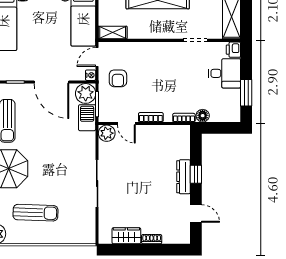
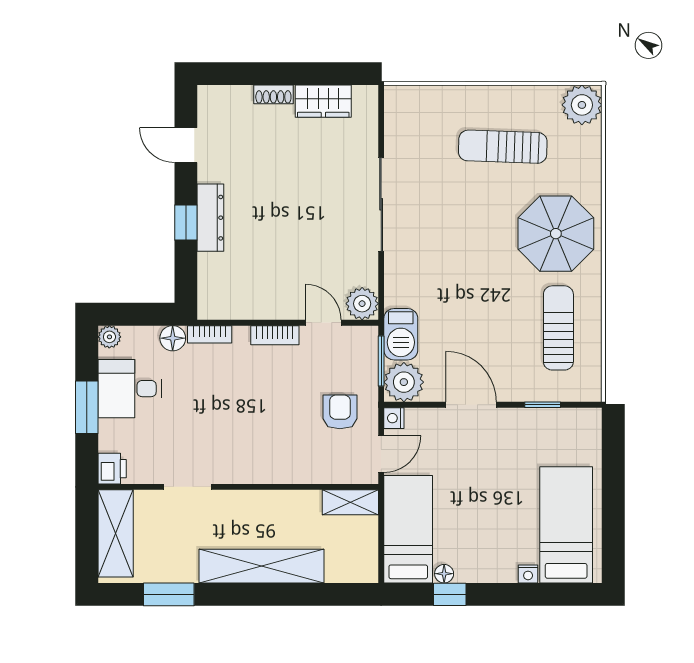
desk: (224, 73) -> (130, 389), moved
door: (51, 82) -> (471, 405), width x0.73
window: (246, 93) -> (87, 407), moved
plant: (235, 116) -> (109, 337), added

